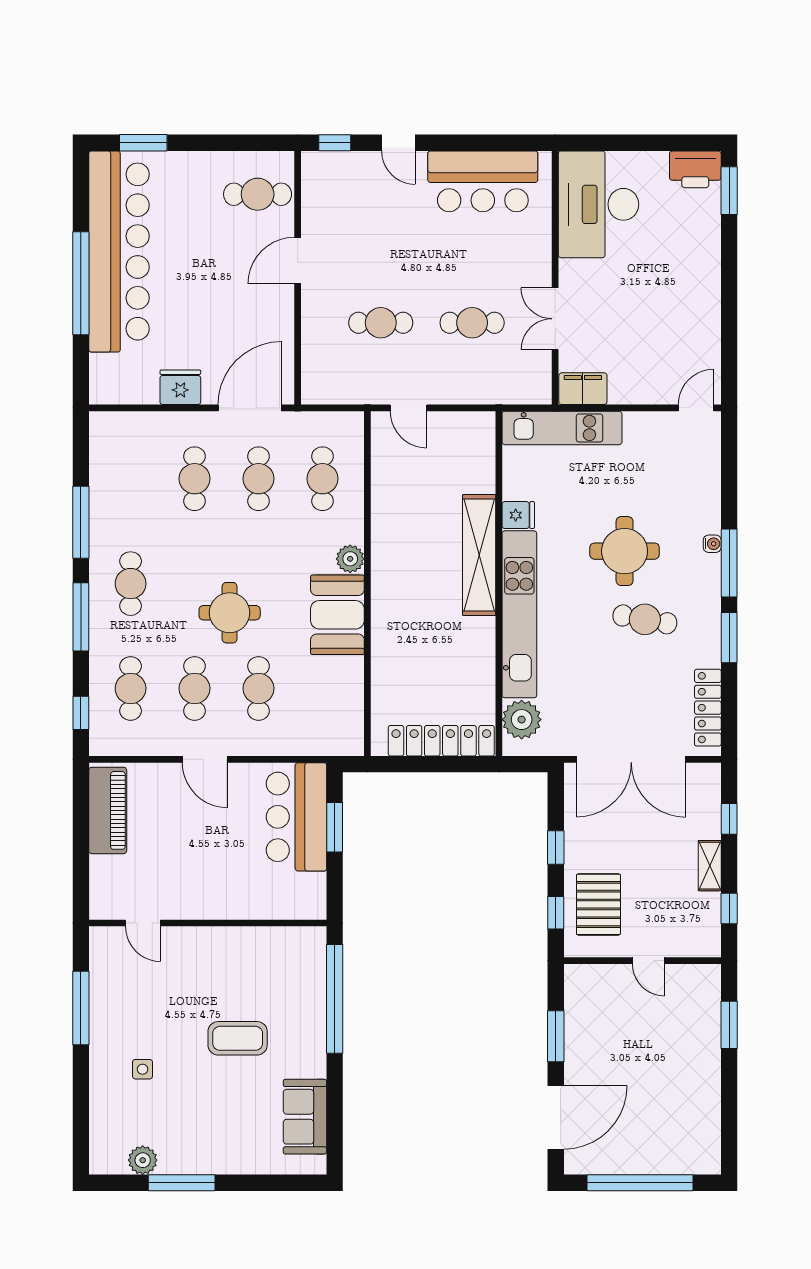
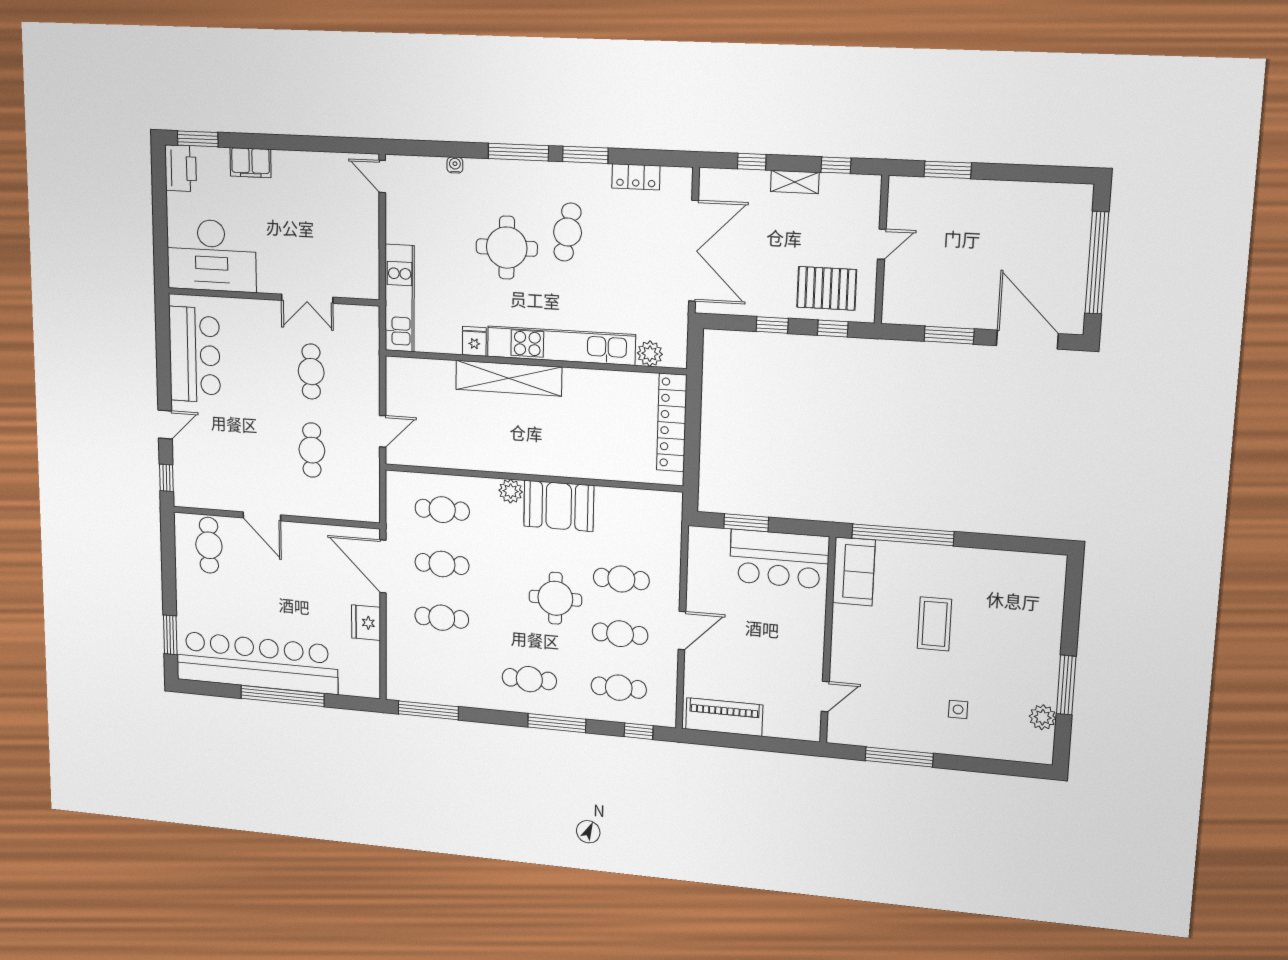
filing cabinet: (583, 389) -> (251, 163), moved, turned -90
window: (81, 522) -> (428, 710), moved
water cooler: (712, 544) -> (455, 165), moved
locker: (708, 708) -> (636, 177), width x0.66
plant: (522, 720) -> (650, 354), width x0.73, depth x0.73
bar counter: (296, 817) -> (779, 559), moved
sofa: (305, 1117) -> (854, 571), moved, turned -90

